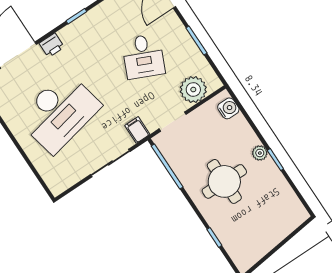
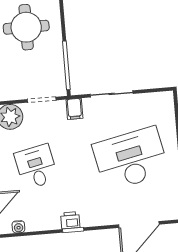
printer: (52, 45) -> (70, 220), moved
desk: (143, 56) -> (36, 167), turned -36

